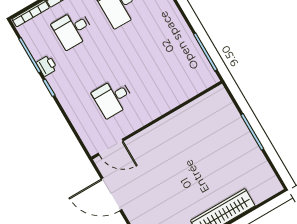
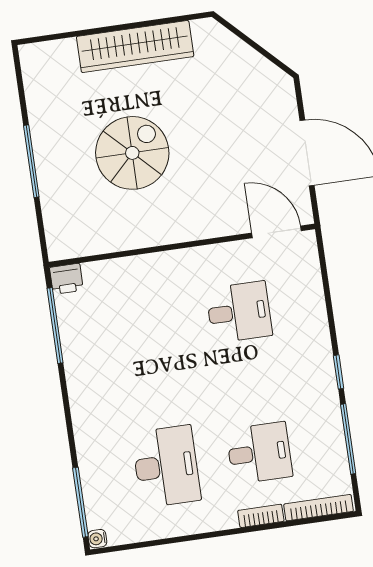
printer: (47, 66) -> (66, 279), moved, turned -90
spiral stairs: (202, 157) -> (132, 153), added

